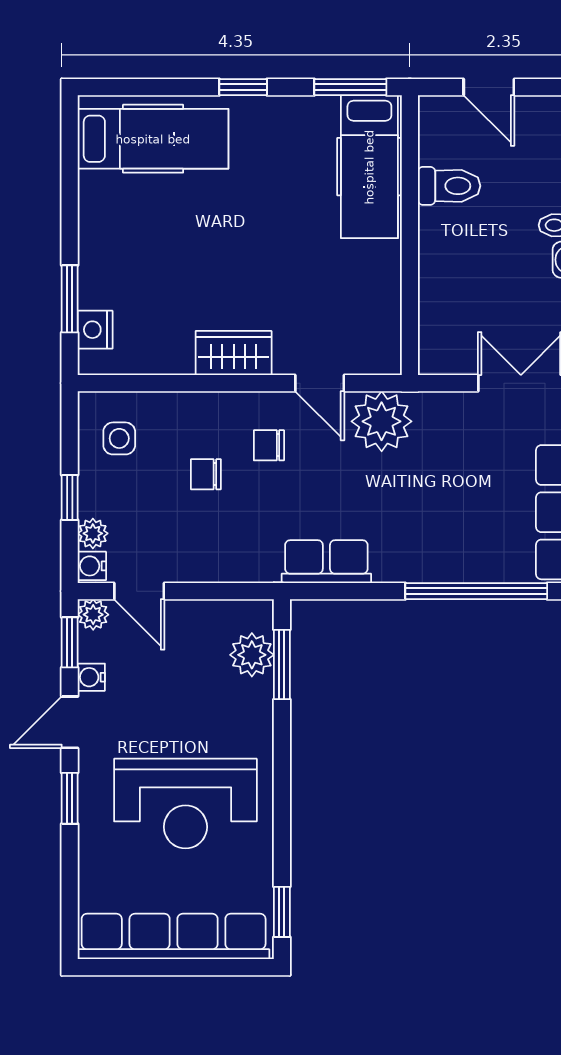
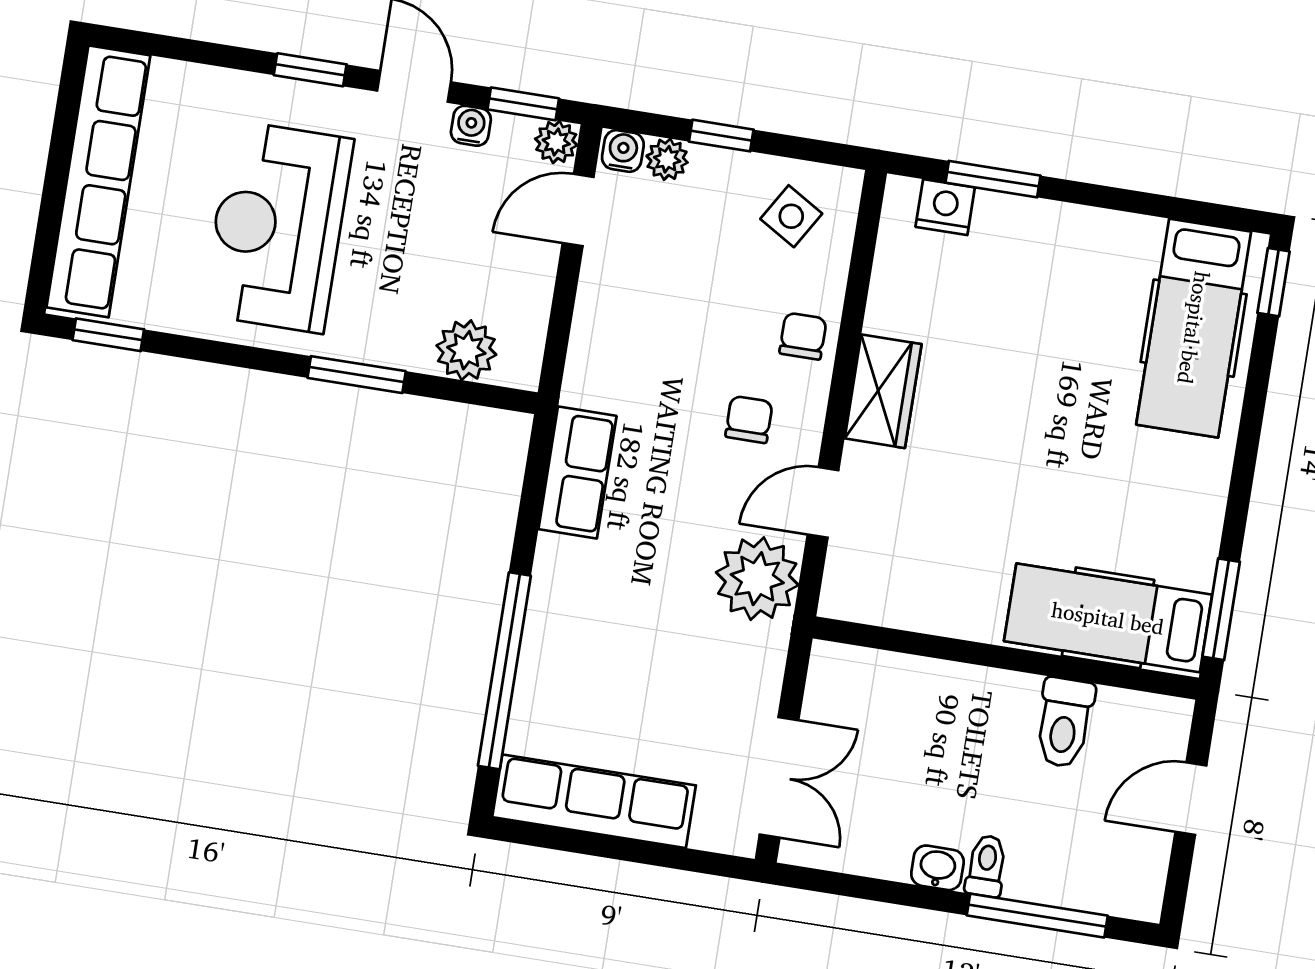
window: (243, 87) -> (1274, 282), moved
side table: (119, 438) -> (791, 216), turned 31
chair: (206, 474) -> (803, 336), moved
window: (282, 664) -> (357, 375), moved

